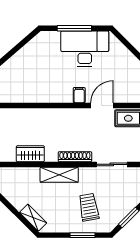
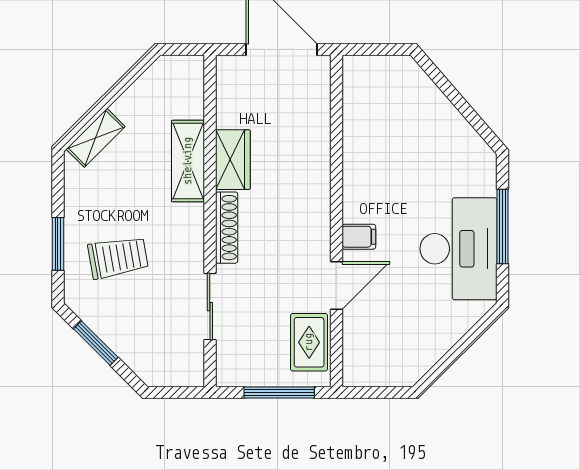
door: (102, 106) -> (336, 286), hinge flipped
wardrobe: (30, 154) -> (233, 160), moved
shelving: (59, 175) -> (188, 161), moved

